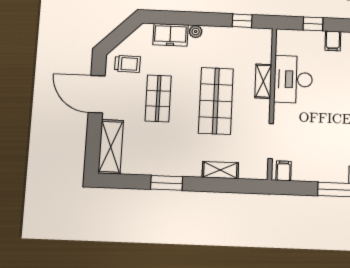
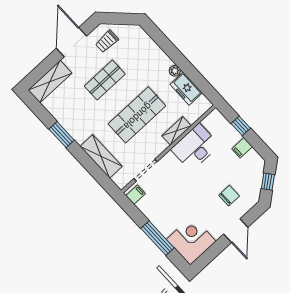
window: (242, 21) -> (200, 82), removed
plant: (196, 32) -> (175, 71), moved
freezer: (170, 35) -> (186, 89), moved
trolley: (127, 64) -> (107, 41), turned 89
shelving: (220, 170) -> (101, 156), width x1.50, depth x1.33

